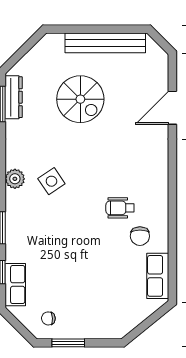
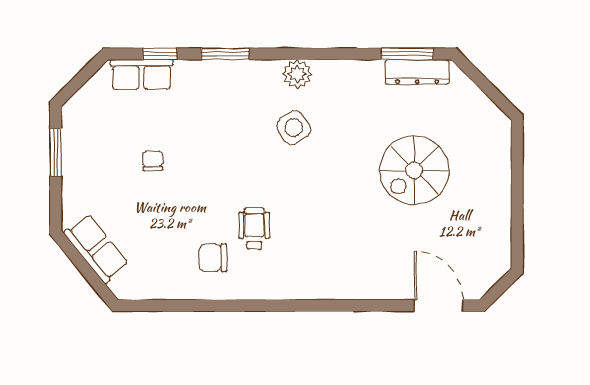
bench: (105, 43) -> (497, 207), removed
door: (172, 108) -> (439, 305), moved
row of seats: (158, 276) -> (96, 248), moved, turned 51
chair: (48, 318) -> (153, 161), moved

